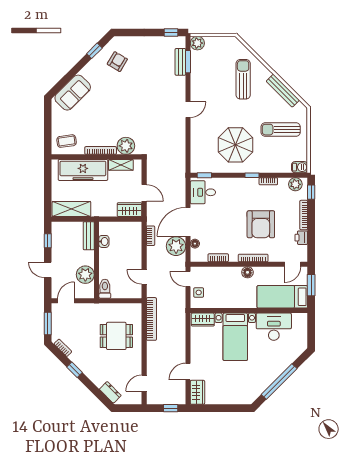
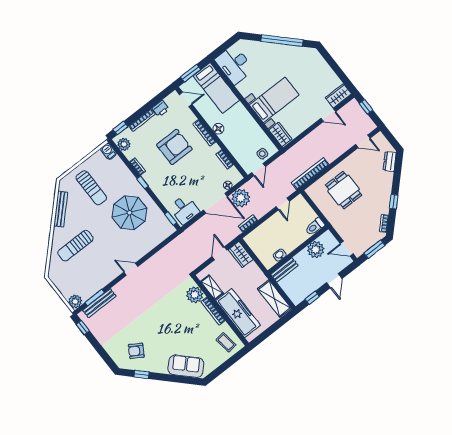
bench: (180, 62) -> (99, 303), width x1.36
desk: (274, 327) -> (234, 65), moved

